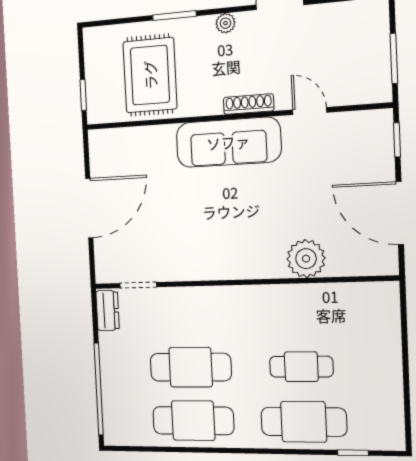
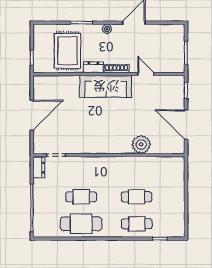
dresser: (202, 105) -> (93, 67), added
cafe table: (191, 367) -> (81, 197), width x0.73, depth x0.74
cafe table: (304, 422) -> (137, 224), width x0.73, depth x0.74

